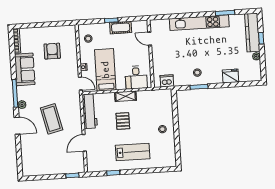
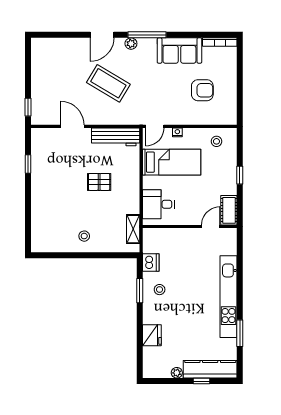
cot: (121, 28) -> (229, 210), moved
dishwasher: (167, 81) -> (151, 263), moved
shelving: (126, 96) -> (133, 229), moved
coffee table: (52, 119) -> (108, 83), turned 44
lab bench: (133, 152) -> (55, 193), removed

